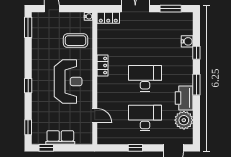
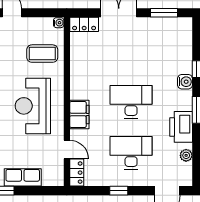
water cooler: (187, 41) -> (185, 82), moved
locker: (102, 65) -> (77, 173), moved
reception desk: (68, 82) -> (33, 106), turned 180
filing cabinet: (104, 88) -> (79, 114), added
plant: (184, 120) -> (186, 155), width x0.53, depth x0.53

